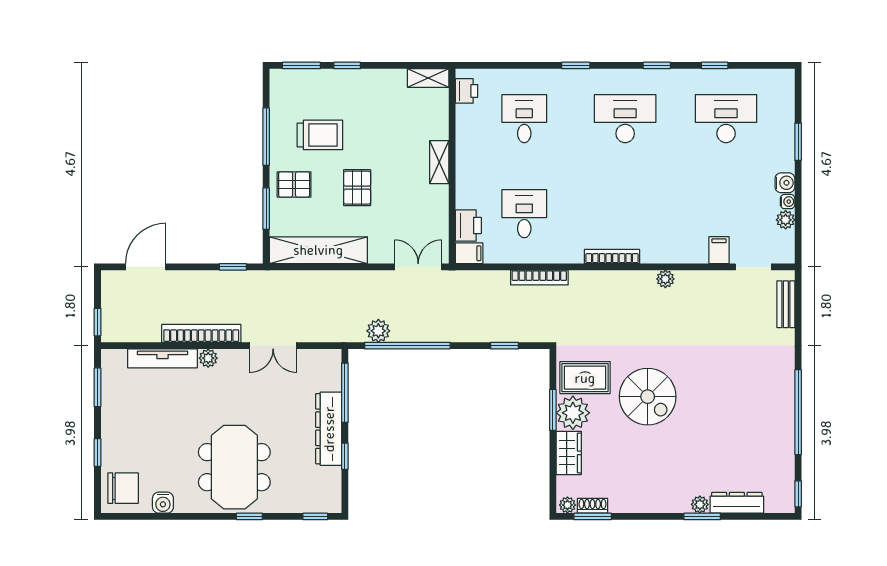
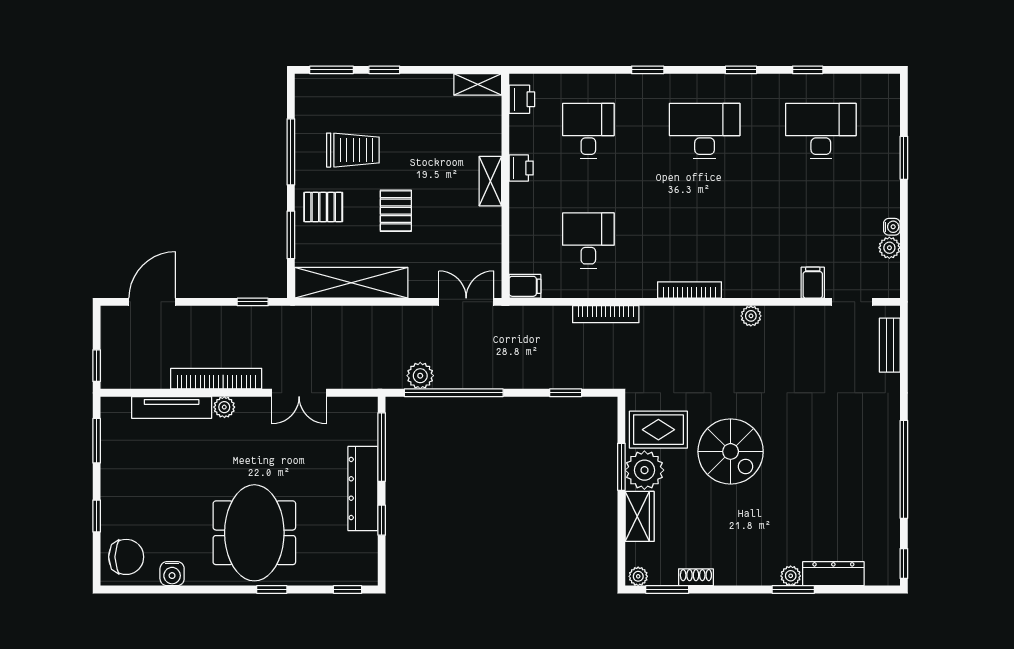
water cooler: (785, 183) -> (889, 205), removed
printer: (468, 225) -> (521, 168), moved, width x0.73, depth x0.81
shoe rack: (593, 506) -> (696, 577), moved

